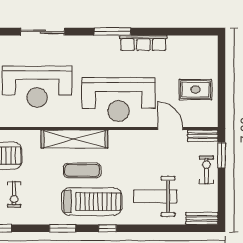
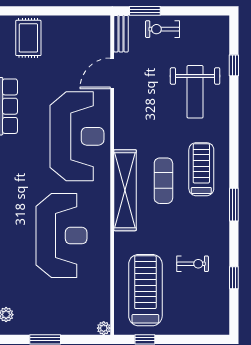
rug: (195, 90) -> (28, 38), moved
treadmill: (92, 202) -> (201, 169), width x0.73, depth x0.73
bench: (202, 218) -> (222, 35), removed
window: (107, 228) -> (234, 65), moved

